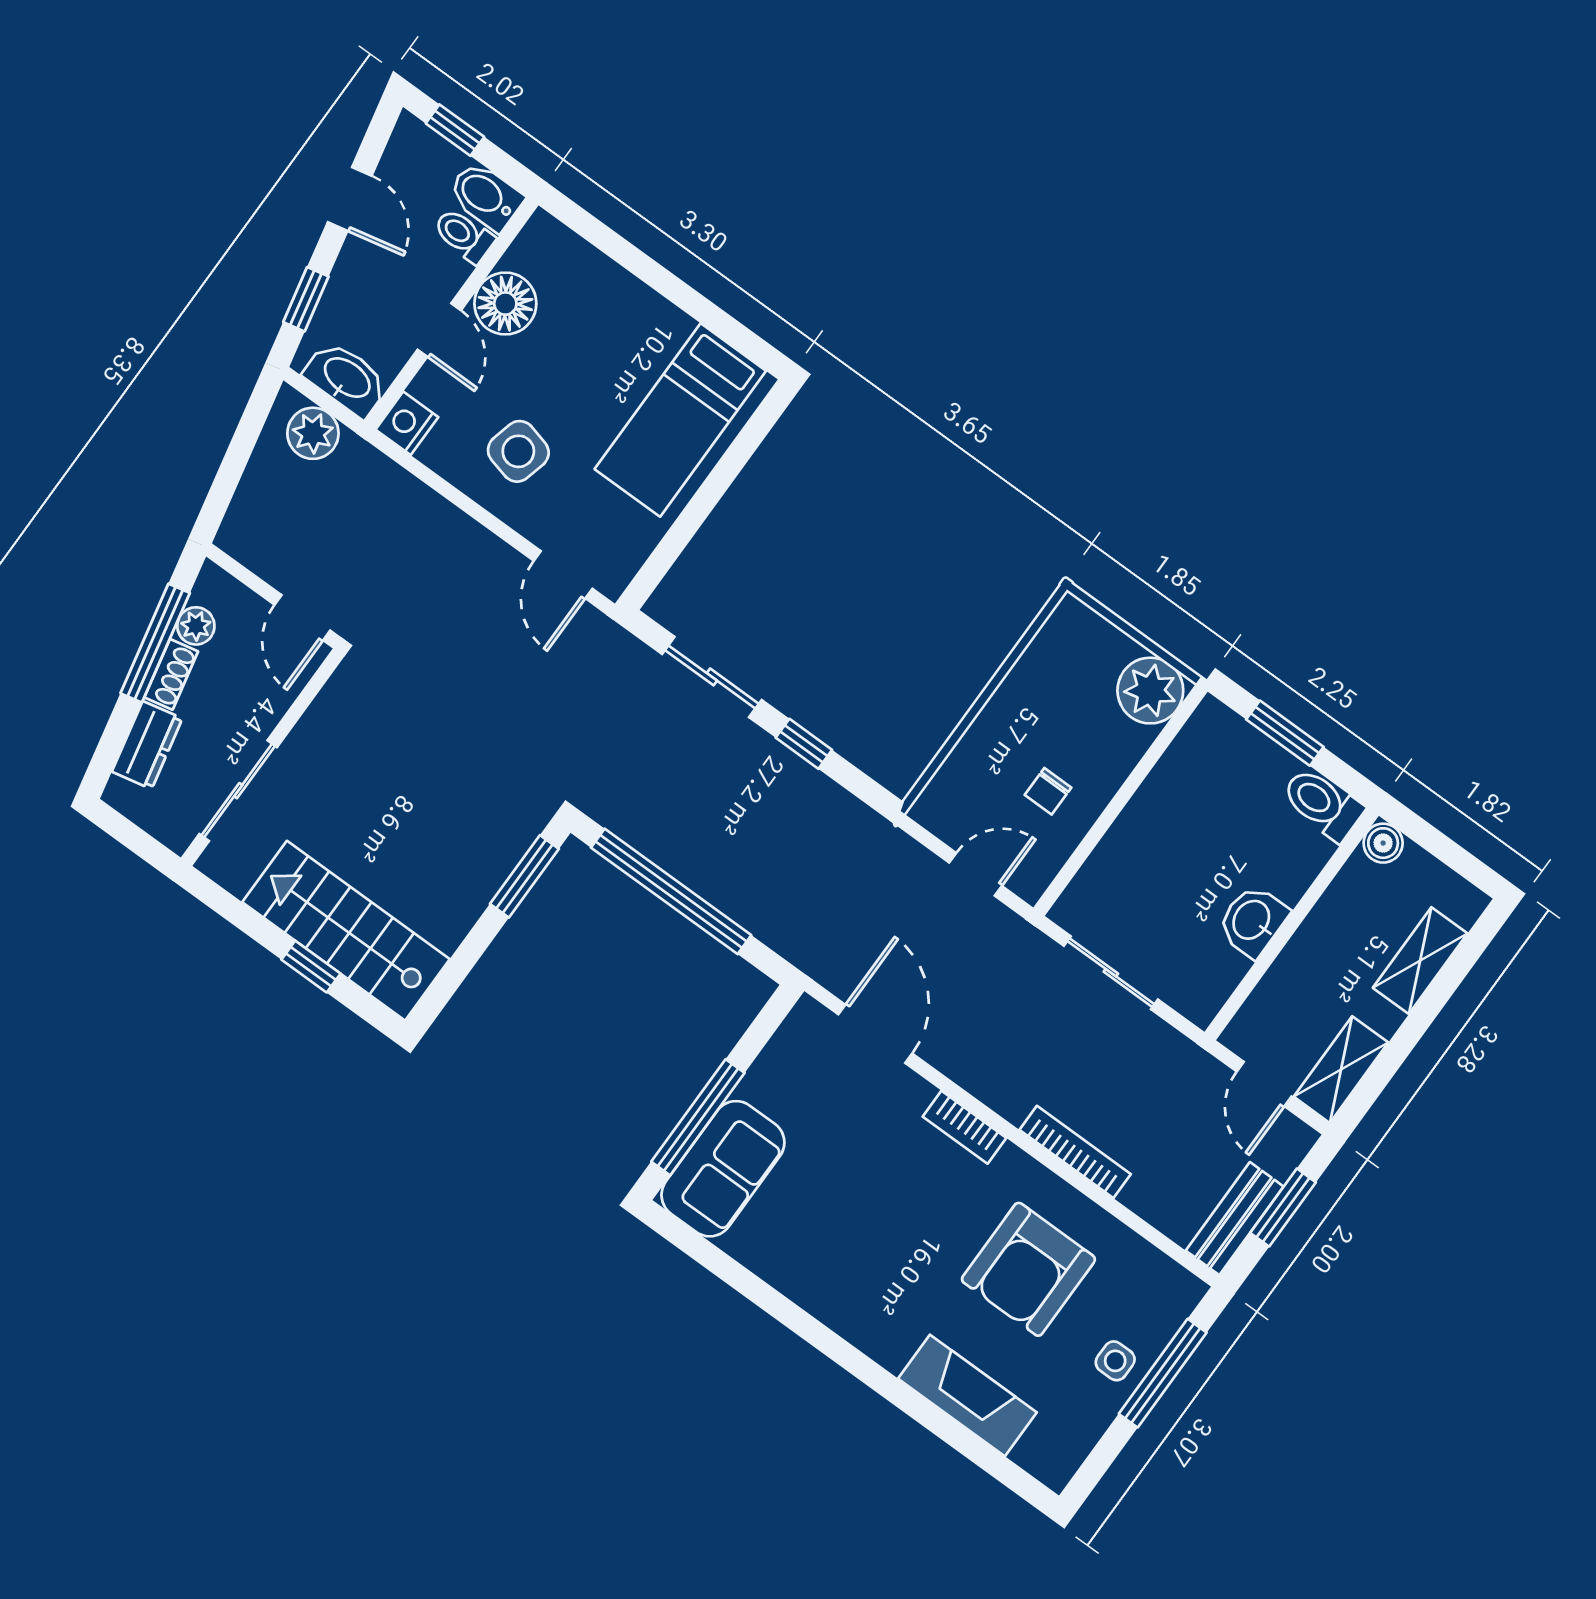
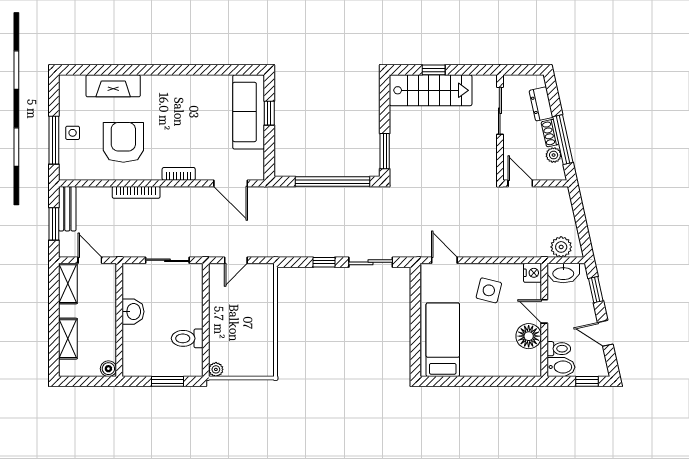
plant: (1150, 691) -> (216, 369), width x0.53, depth x0.53
chair: (1048, 791) -> (232, 305), removed
toilet: (1323, 804) -> (187, 338), moved, turned 180
window: (698, 1117) -> (269, 113), width x0.46
sofa: (723, 1169) -> (249, 112), width x1.36

